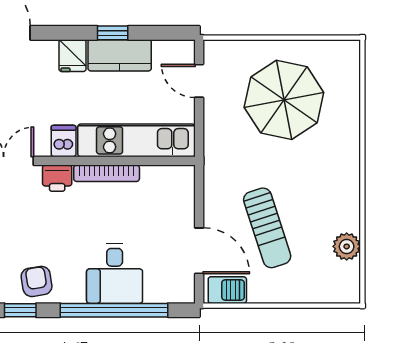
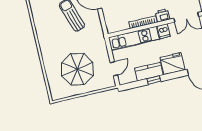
fridge: (72, 56) -> (172, 64), width x1.88, depth x1.34
door: (199, 81) -> (114, 69), hinge flipped
plant: (347, 246) -> (38, 15), removed

